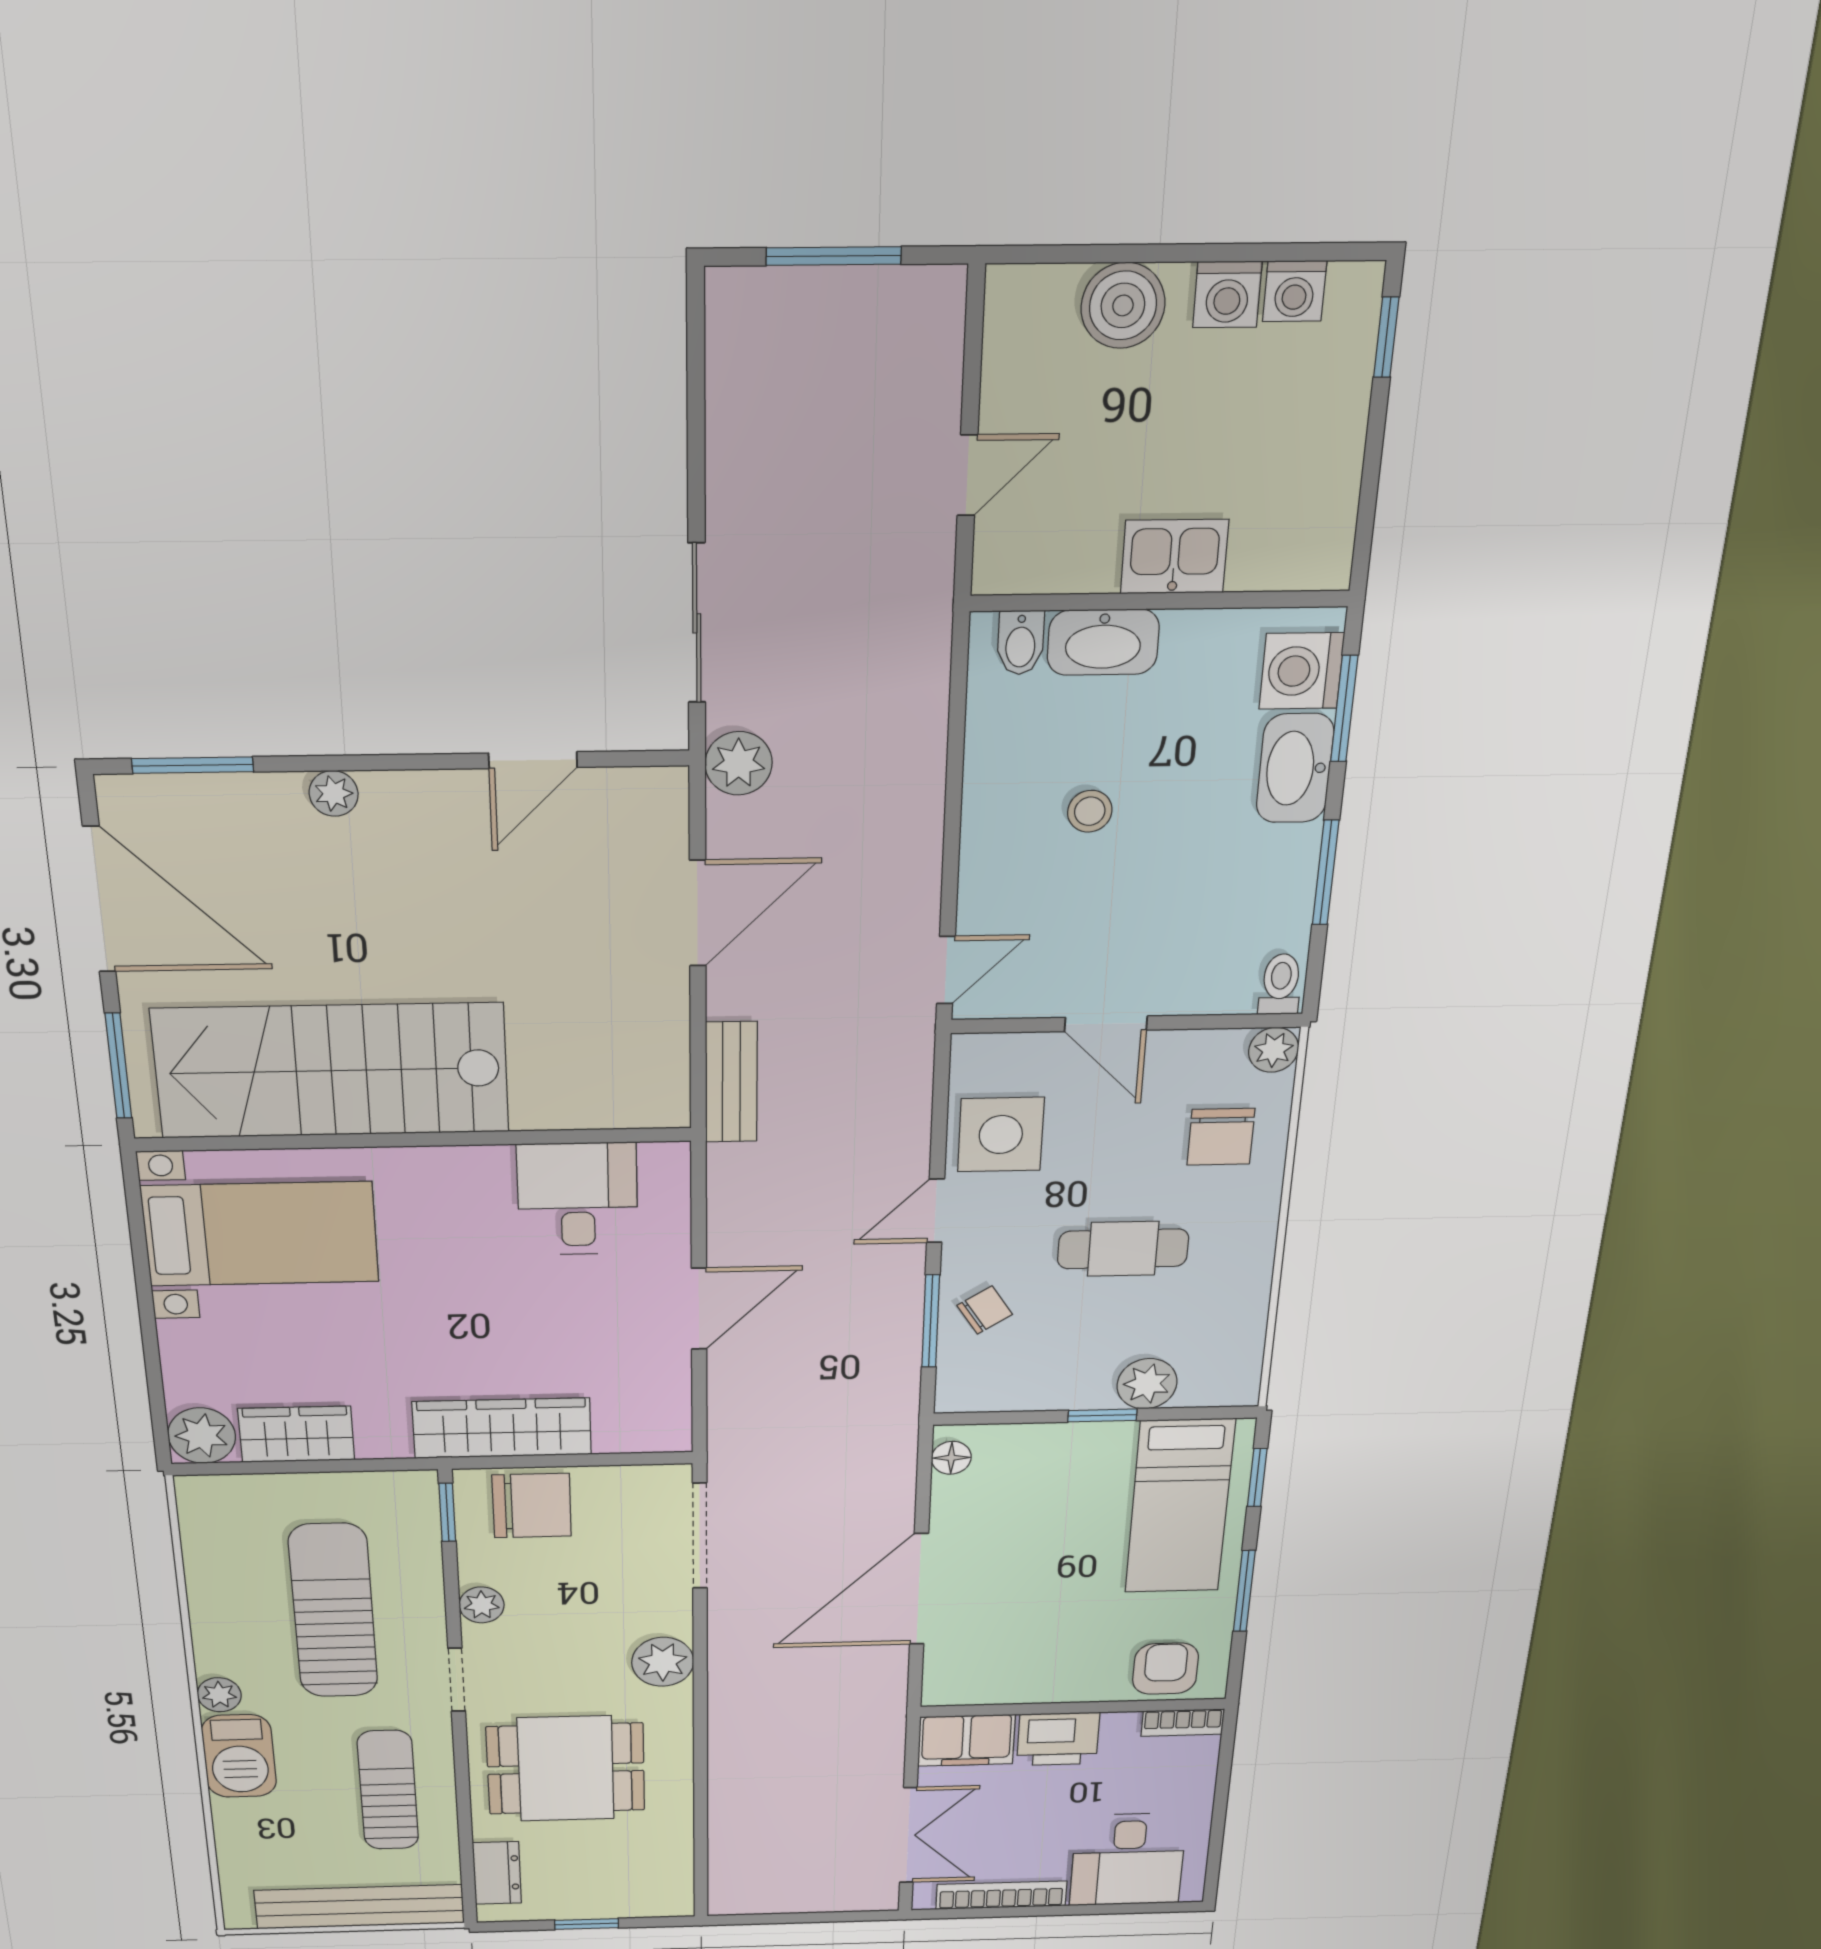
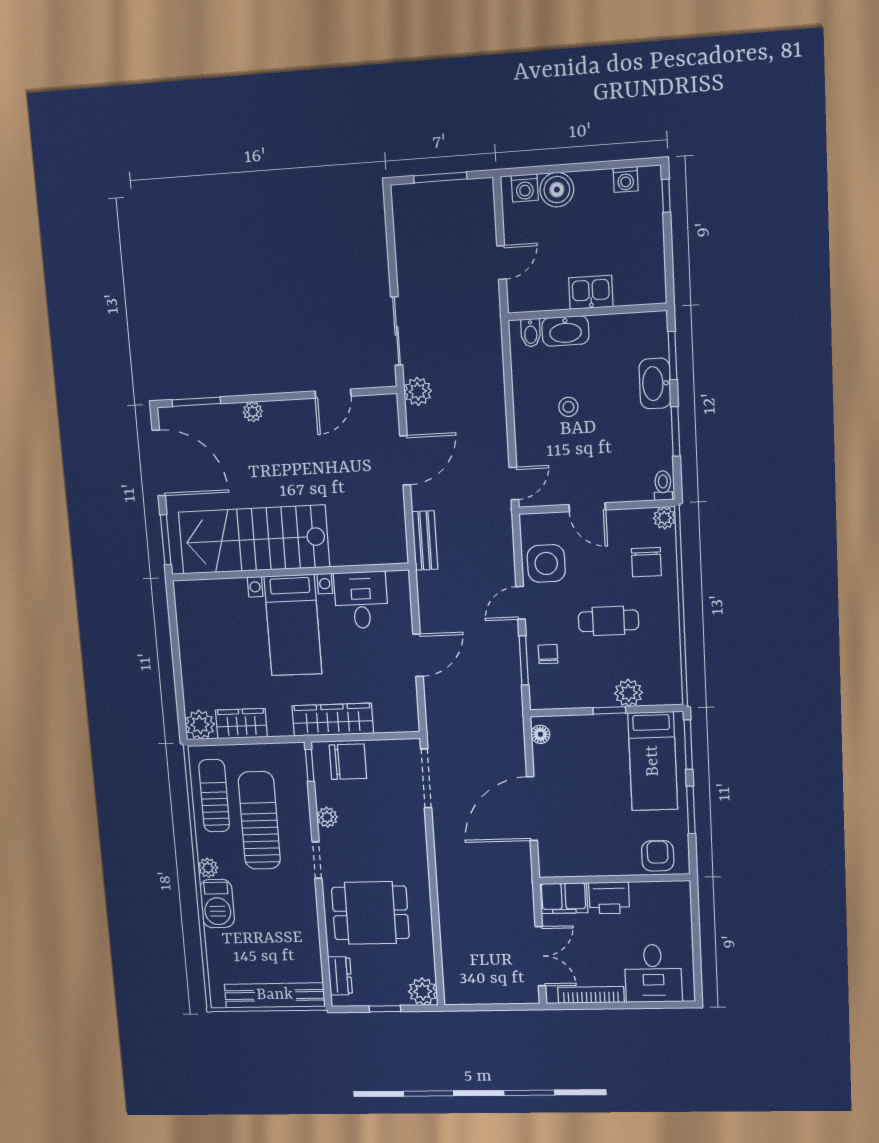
washing machine: (1227, 294) -> (525, 188), moved
washing machine: (1302, 671) -> (652, 340), removed
bed with nightstands: (260, 1234) -> (293, 625), moved, turned 90
chair: (985, 1310) -> (548, 654), turned -57
window: (1257, 1478) -> (688, 745), width x1.50
plant: (663, 1662) -> (423, 991), moved
bookcase: (1183, 1723) -> (670, 889), removed
sun lounger: (388, 1790) -> (214, 796), moved

